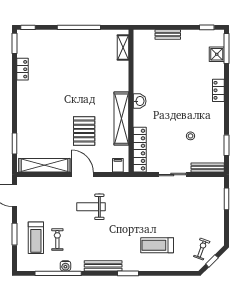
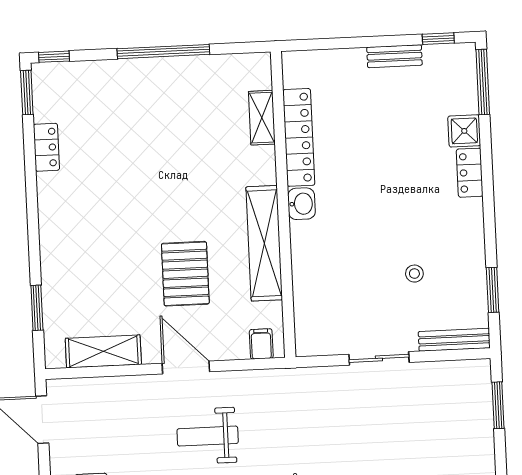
bench: (168, 35) -> (394, 56), moved
shelving: (123, 48) -> (262, 118), moved
shower: (217, 54) -> (464, 131), moved
locker: (140, 150) -> (299, 137), moved
shelving: (44, 165) -> (103, 351), width x0.68

